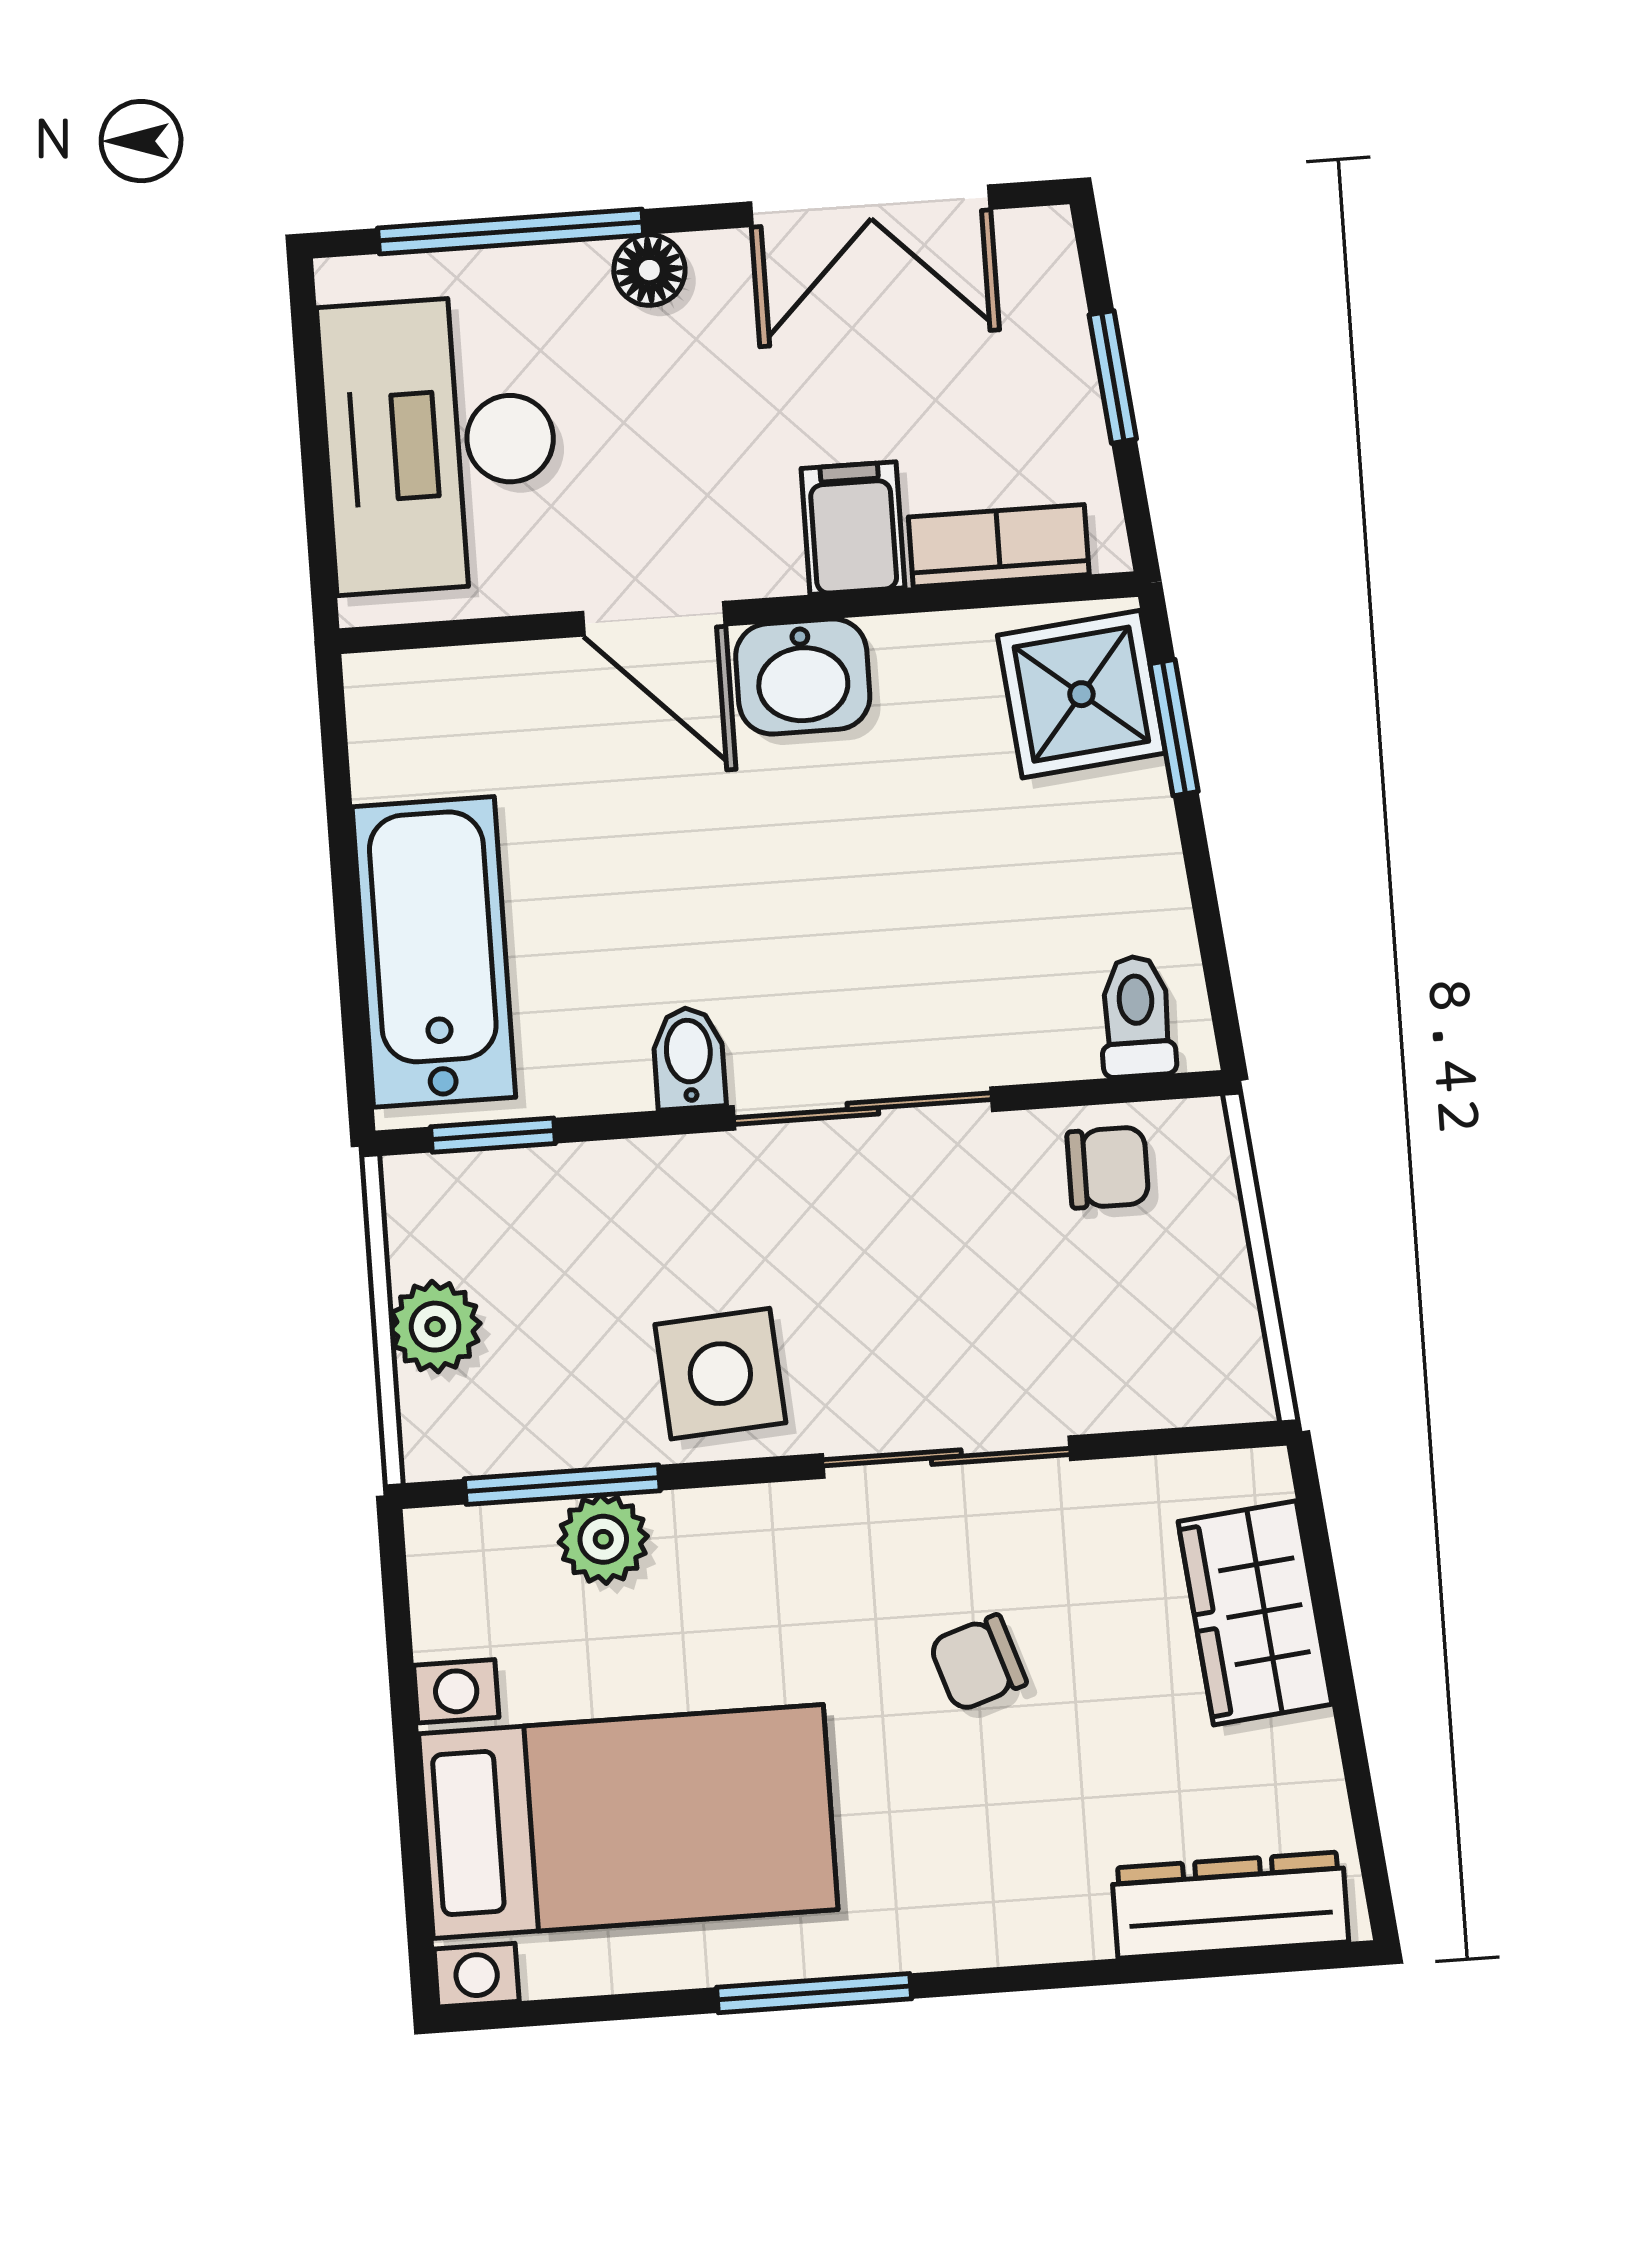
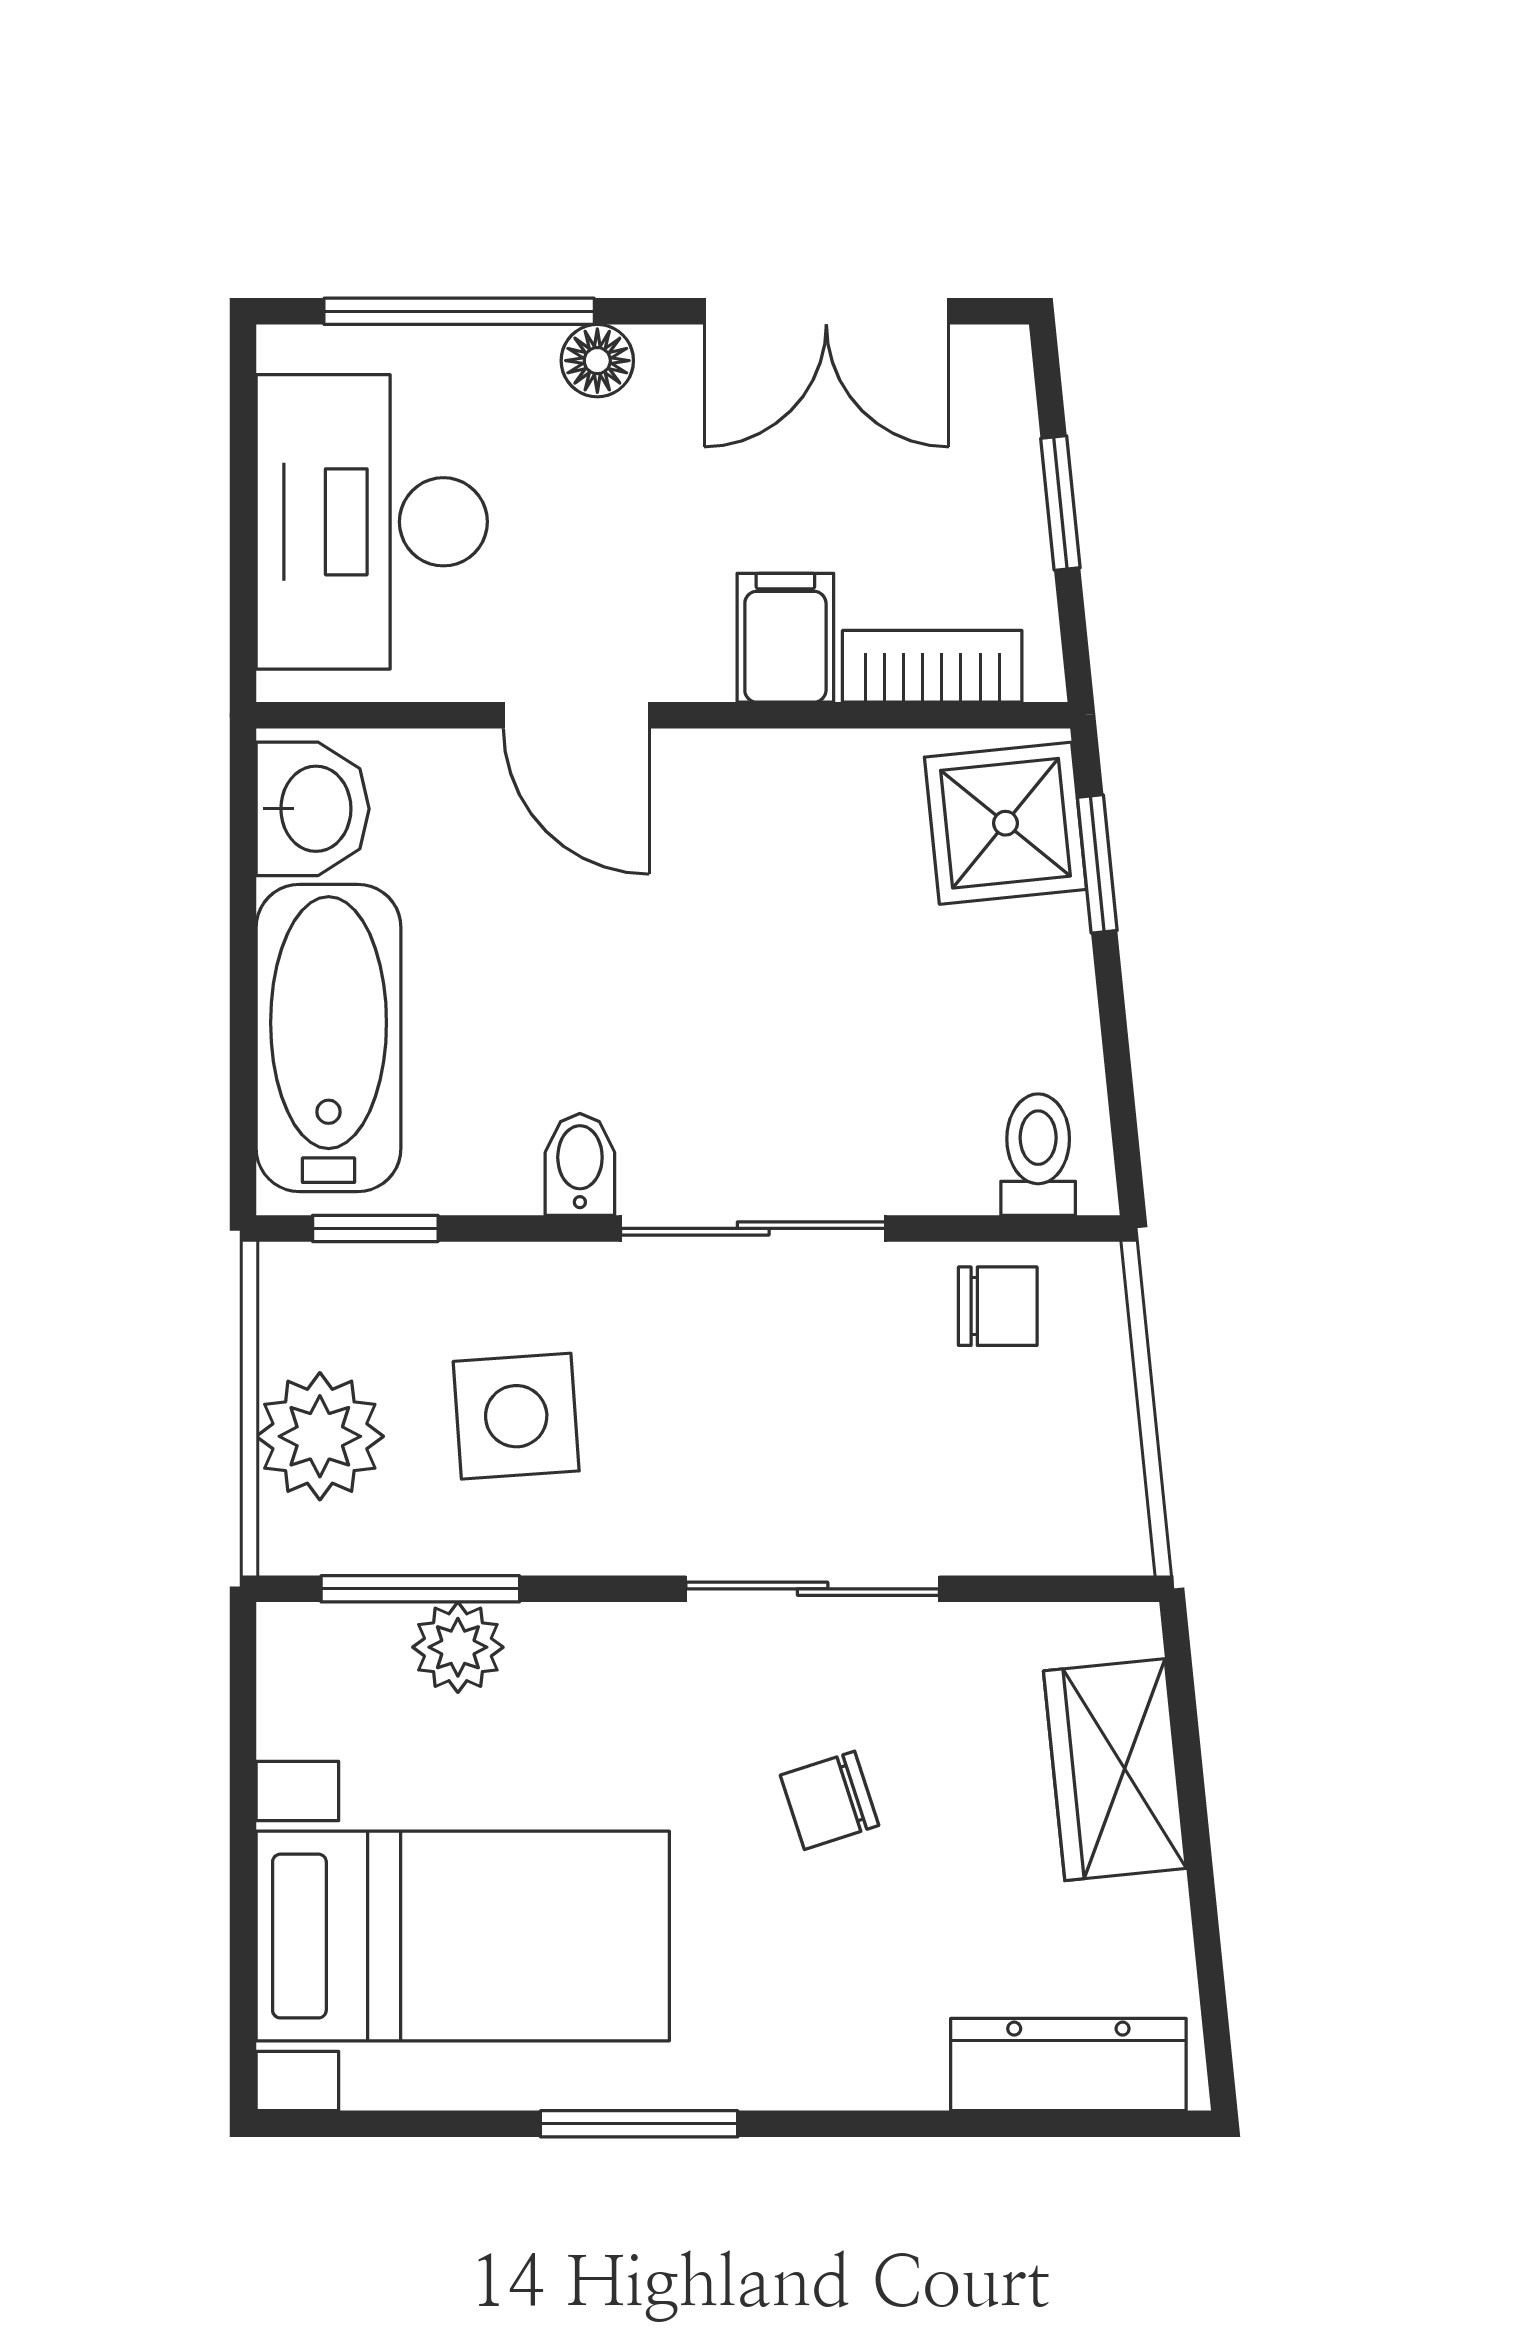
washbasin: (803, 676) -> (313, 809), moved, turned -90
plant: (435, 1327) -> (320, 1436), width x1.38, depth x1.38
side table: (720, 1374) -> (516, 1416), moved

